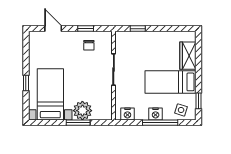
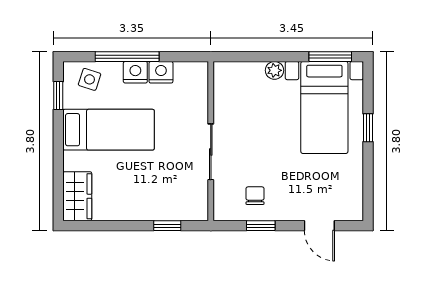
wardrobe: (188, 56) -> (77, 196), moved
plant: (82, 111) -> (274, 70), width x0.53, depth x0.53
nightstand: (127, 114) -> (161, 72), moved
window: (78, 123) -> (330, 57), moved

